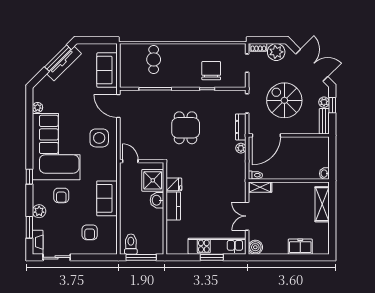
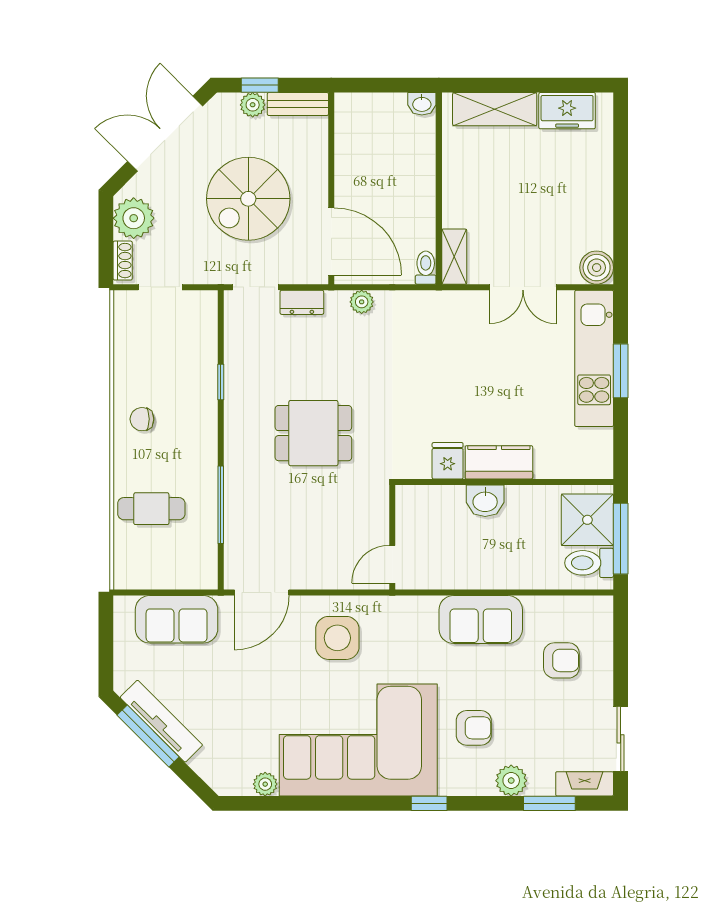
chair: (211, 71) -> (142, 419), moved, width x0.54, depth x0.54
dresser: (241, 127) -> (302, 302), width x0.70
shower: (153, 180) -> (587, 520), moved
freezer: (300, 247) -> (567, 111), moved, turned -90

